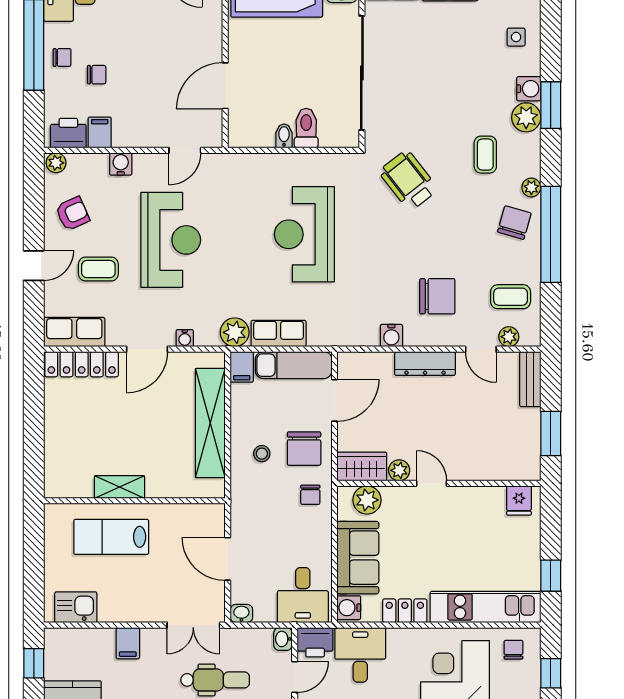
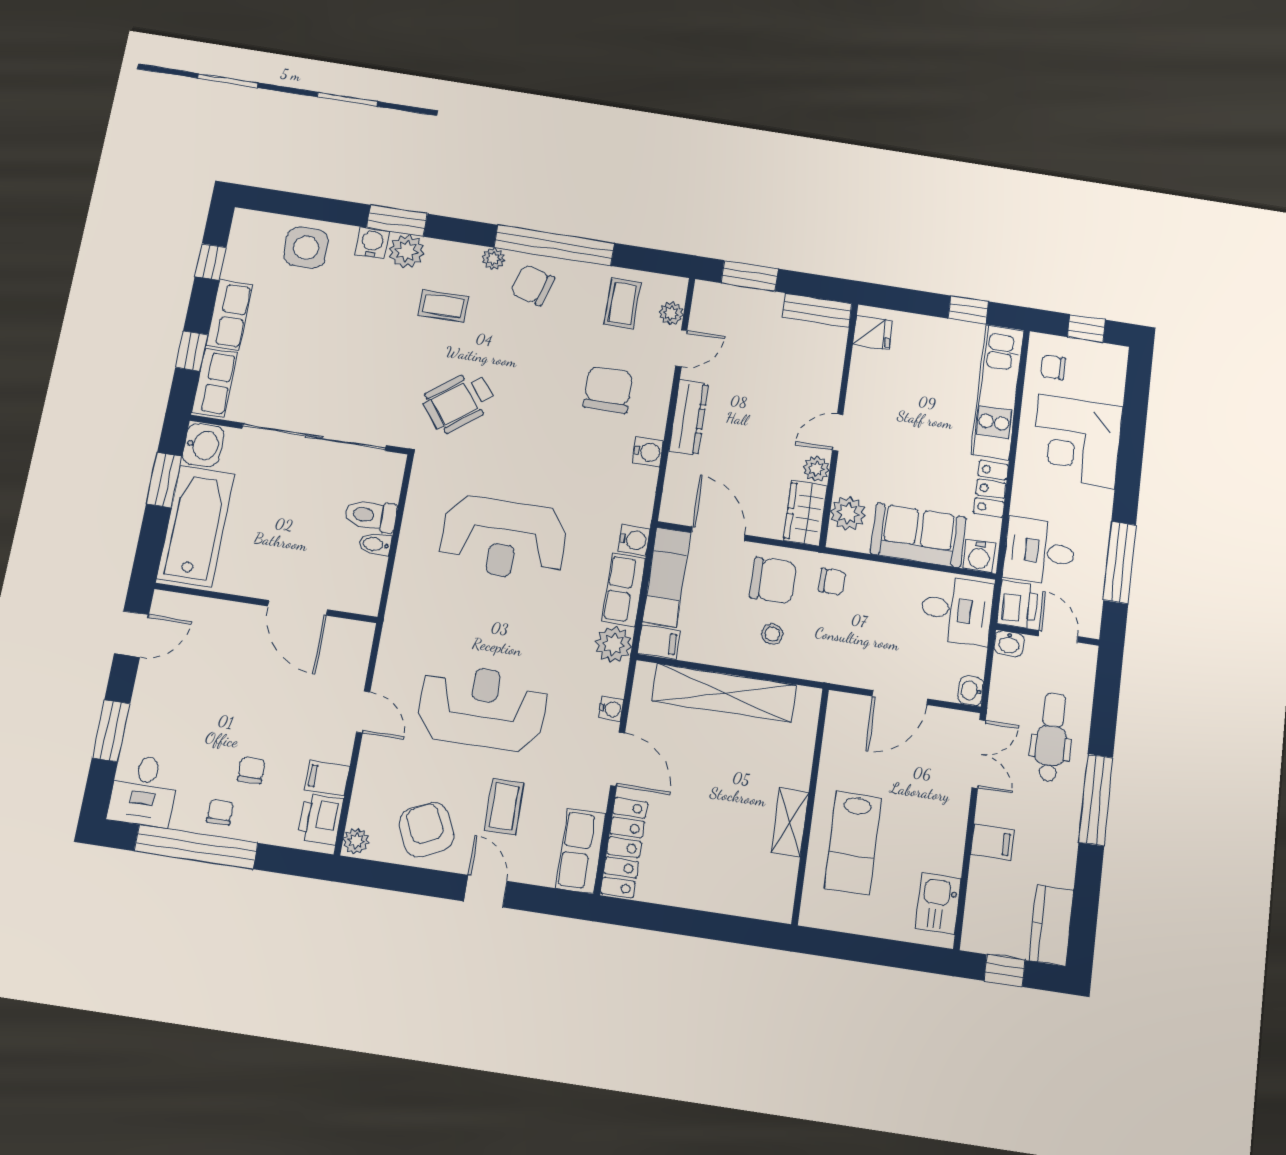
side table: (516, 37) -> (306, 248), width x1.87, depth x1.87
door: (185, 150) -> (363, 712), moved
water cooler: (121, 164) -> (634, 540), moved, turned 180
armchair: (72, 214) -> (426, 830), width x1.38, depth x1.38
bench: (530, 379) -> (817, 310), moved
window: (551, 434) -> (750, 276), moved

